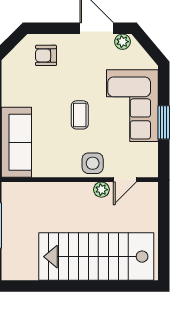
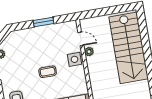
corner sofa: (132, 106) -> (37, 42), removed

